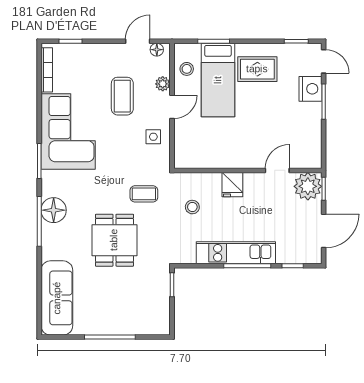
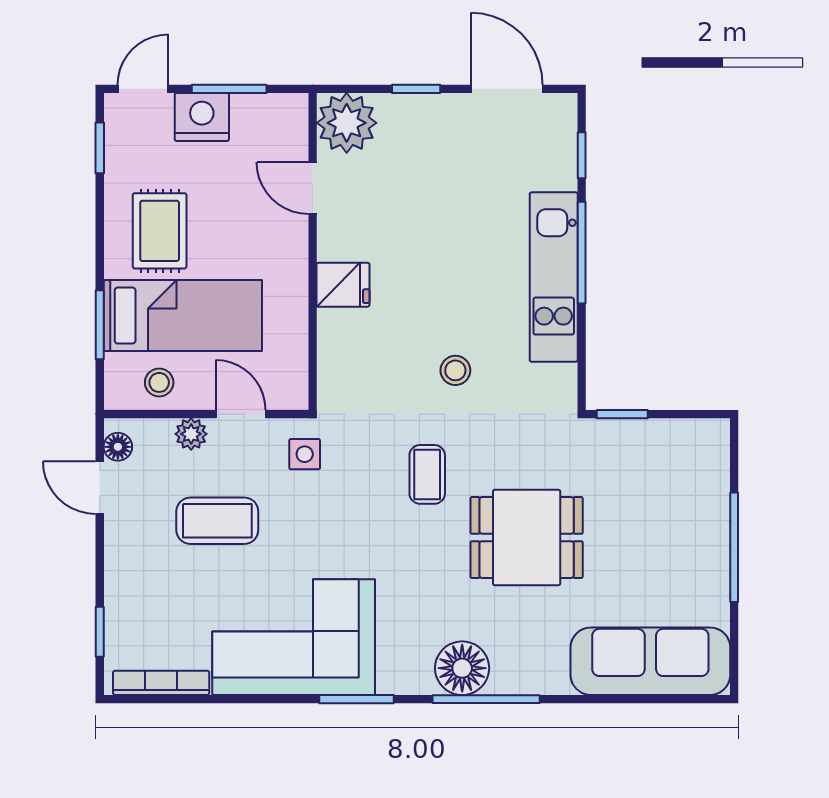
wall: (248, 170) -> (313, 251), moved
door: (277, 170) -> (313, 188), moved
fridge: (232, 185) -> (343, 285), moved
plant: (308, 186) -> (347, 123), moved

